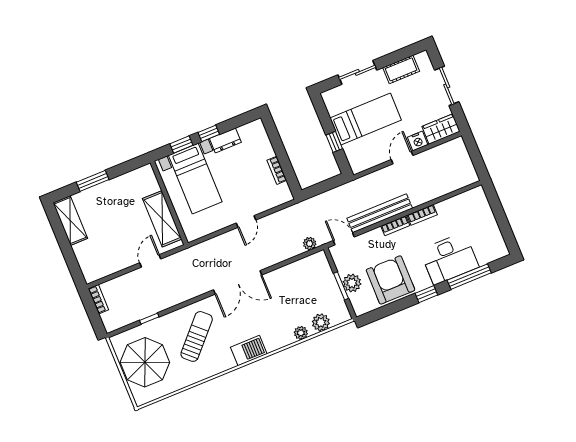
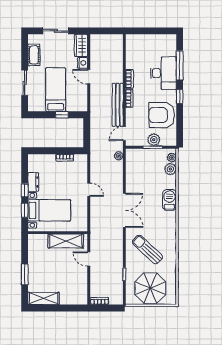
plant: (301, 333) -> (172, 158), moved
barbecue: (249, 351) -> (169, 200), moved

